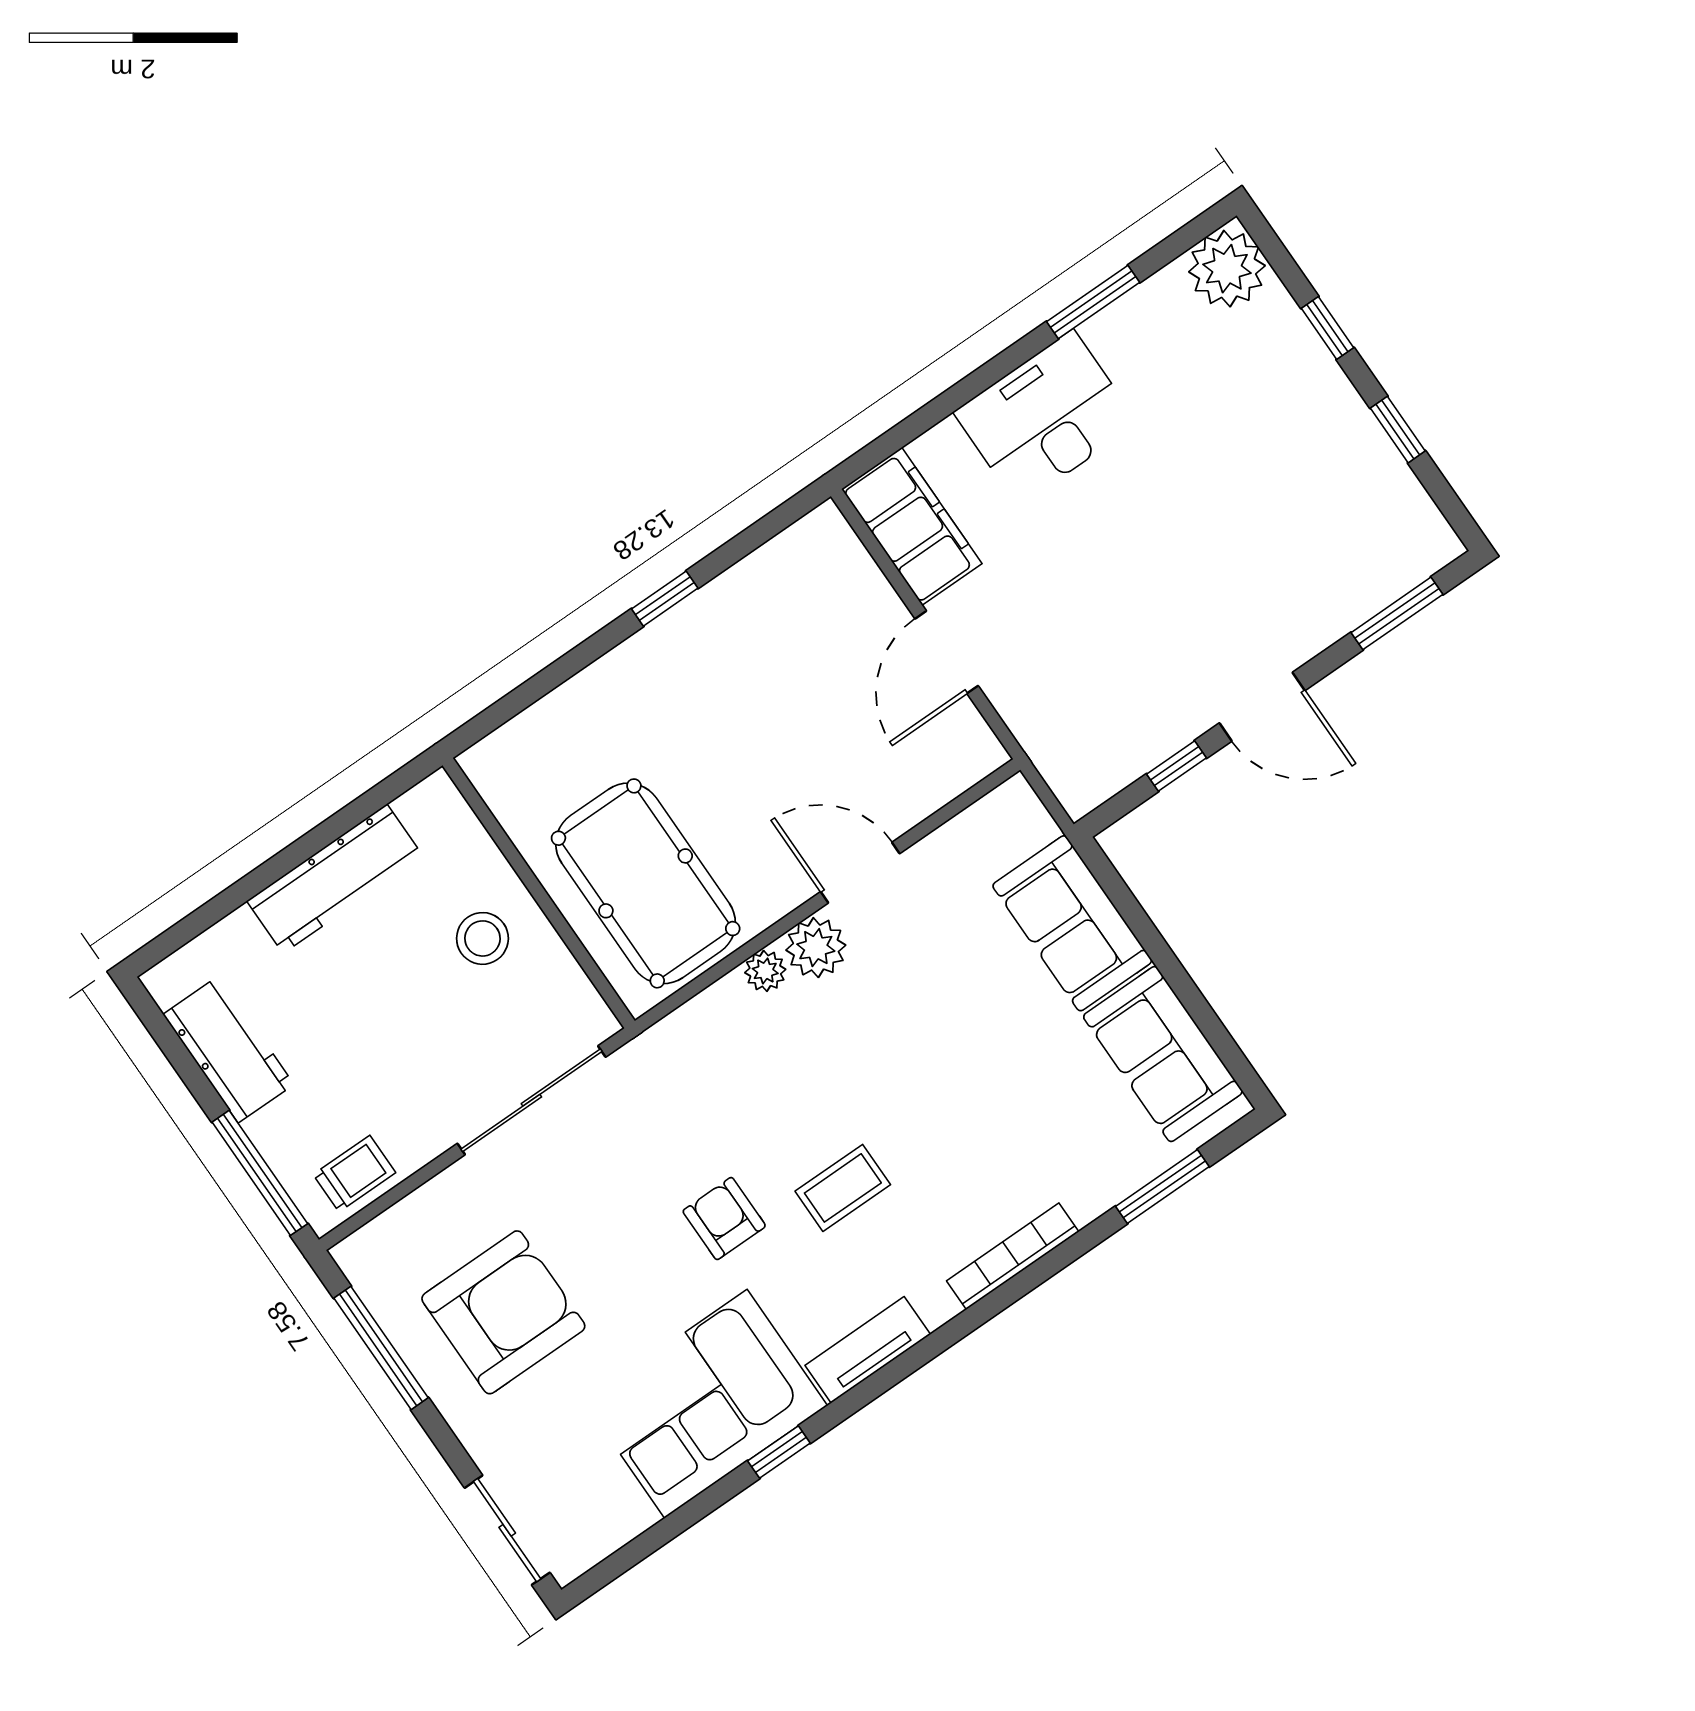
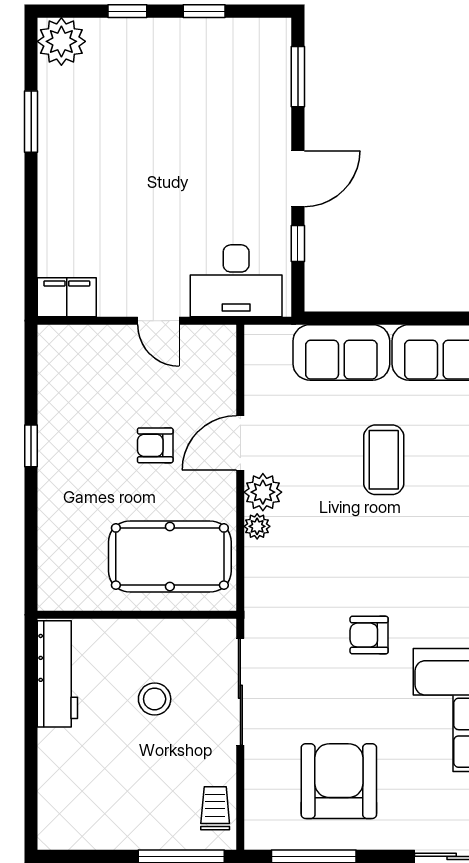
desk: (1046, 418) -> (236, 281), moved, turned -90
filing cabinet: (912, 526) -> (67, 297), width x0.67, depth x0.86
door: (947, 652) -> (158, 321), width x0.73
armchair: (779, 762) -> (155, 445), added
workbench: (335, 879) -> (57, 674), moved
stool: (482, 938) -> (155, 699), moved
workbench: (228, 1049) -> (107, 829), removed
coffee table: (843, 1188) -> (384, 460), moved, width x1.36, depth x1.30

